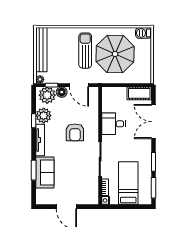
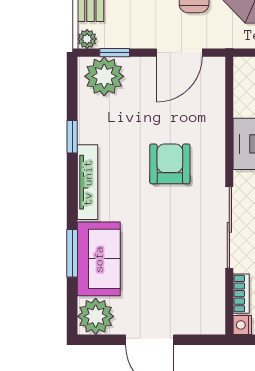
door: (79, 85) -> (179, 53), hinge flipped
floor lamp: (62, 92) -> (139, 69), removed
plant: (44, 116) -> (96, 316), moved
armchair: (75, 132) -> (170, 164), turned 180

